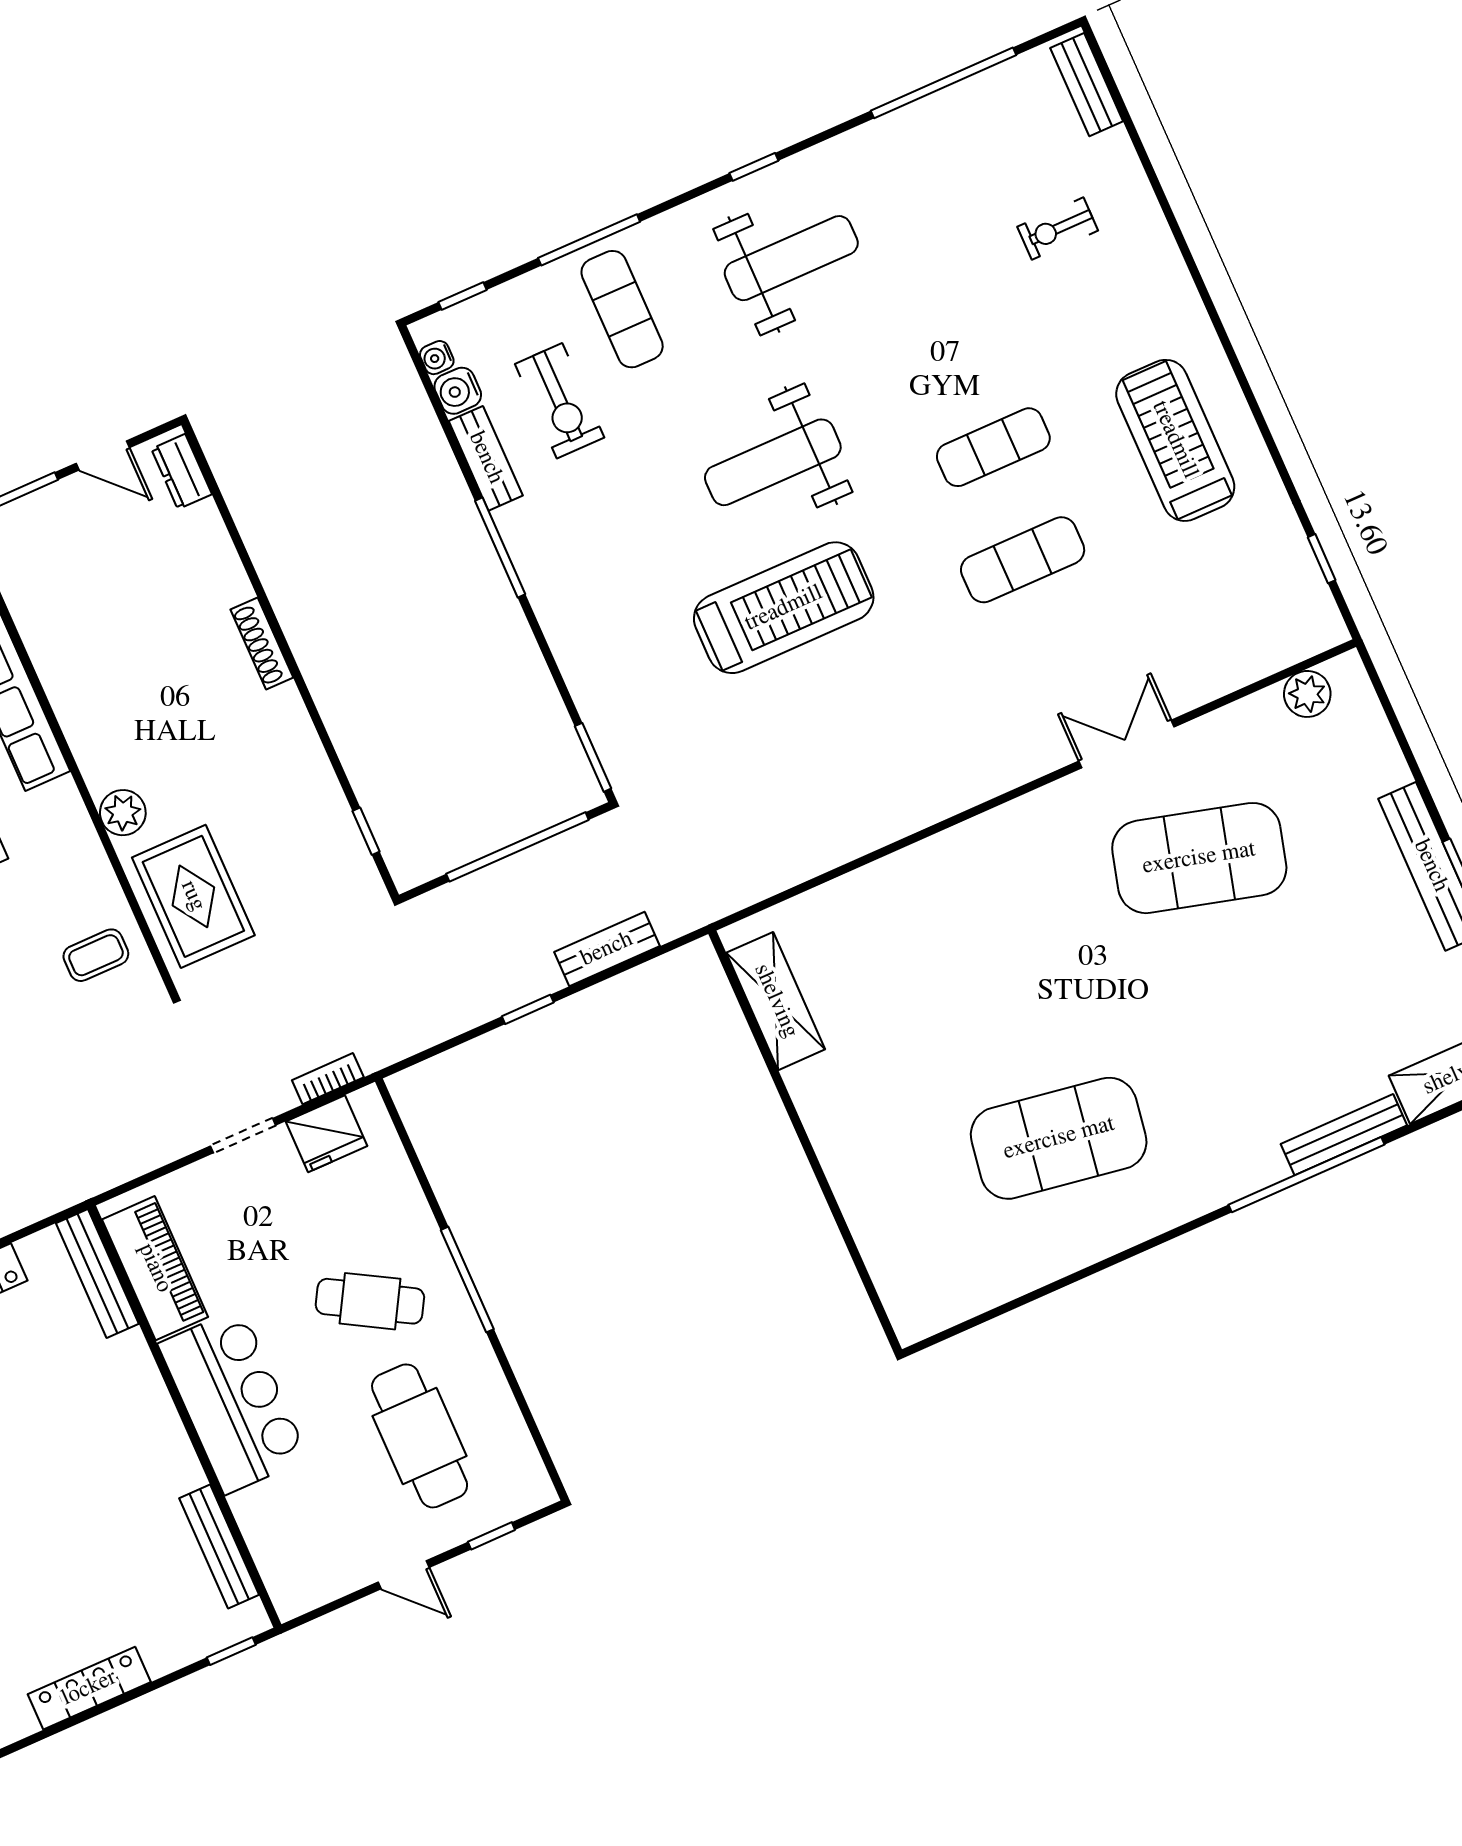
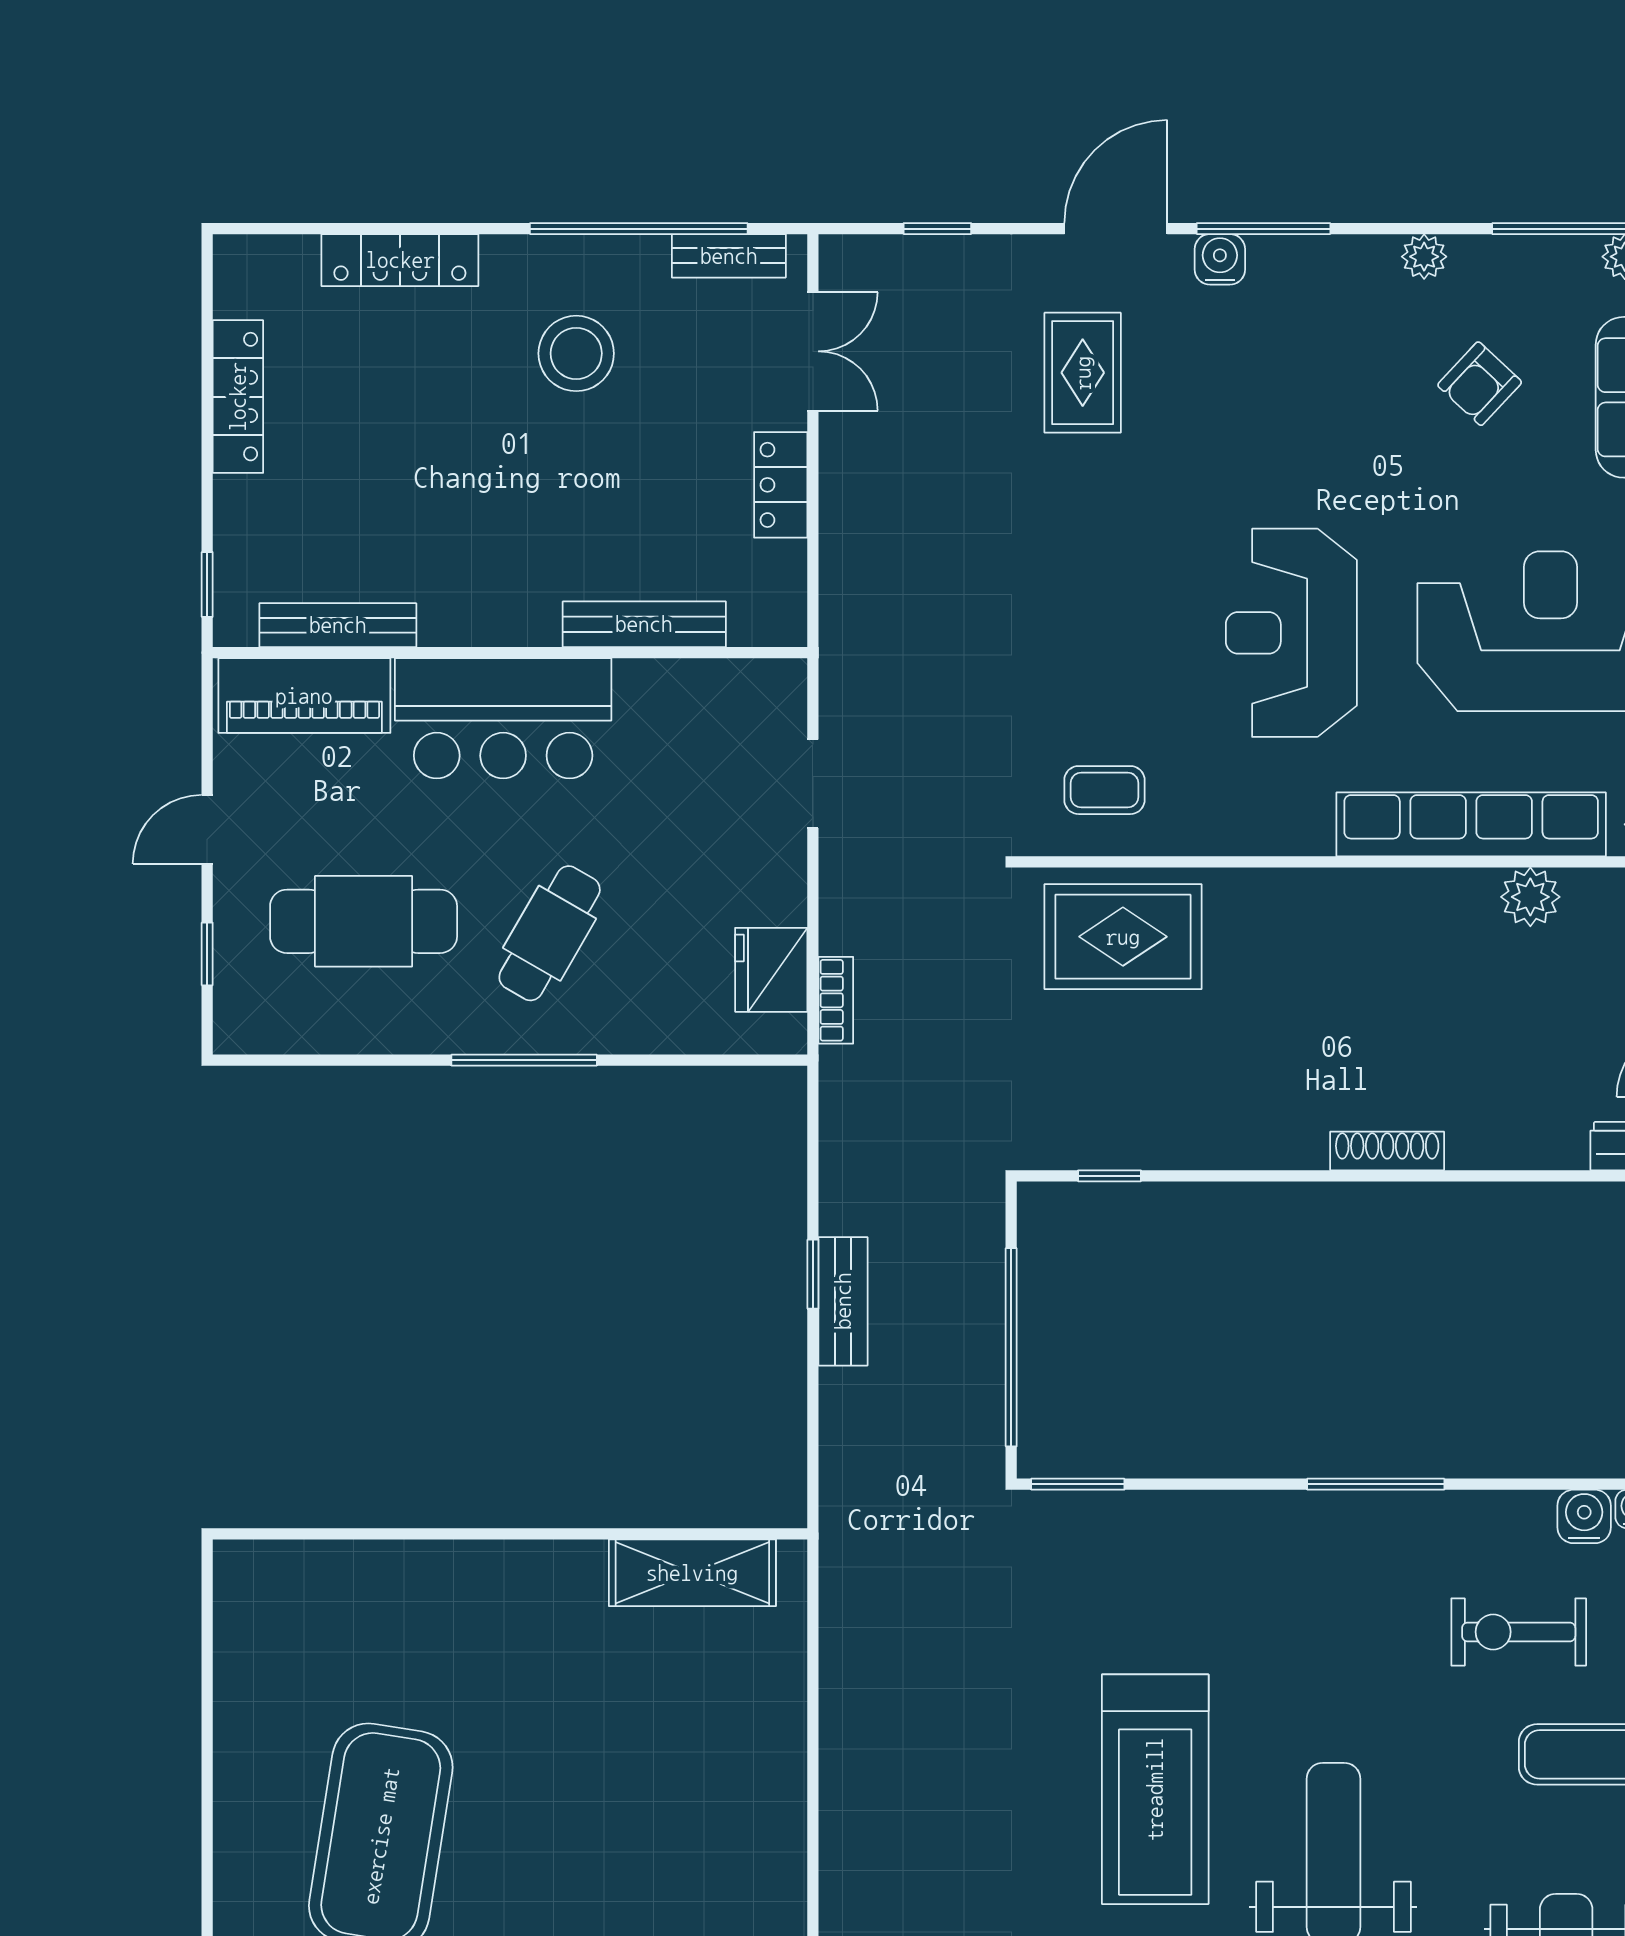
bench: (486, 458) -> (1489, 1514), removed
plant: (123, 813) -> (1530, 897), moved
bench: (607, 949) -> (843, 1301), moved
coffee table: (96, 955) -> (1104, 790), turned 90
doorway: (243, 1136) -> (813, 784), moved
piano: (155, 1268) -> (304, 696), moved
bench: (97, 1273) -> (644, 624), moved

